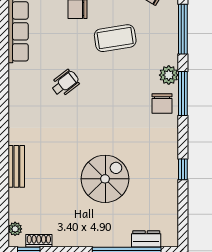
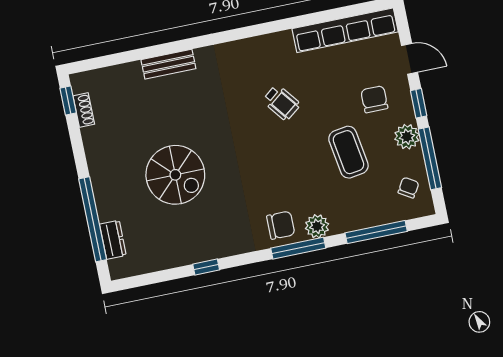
chair: (162, 104) -> (281, 225), turned 180
plant: (15, 229) -> (92, 78), removed

